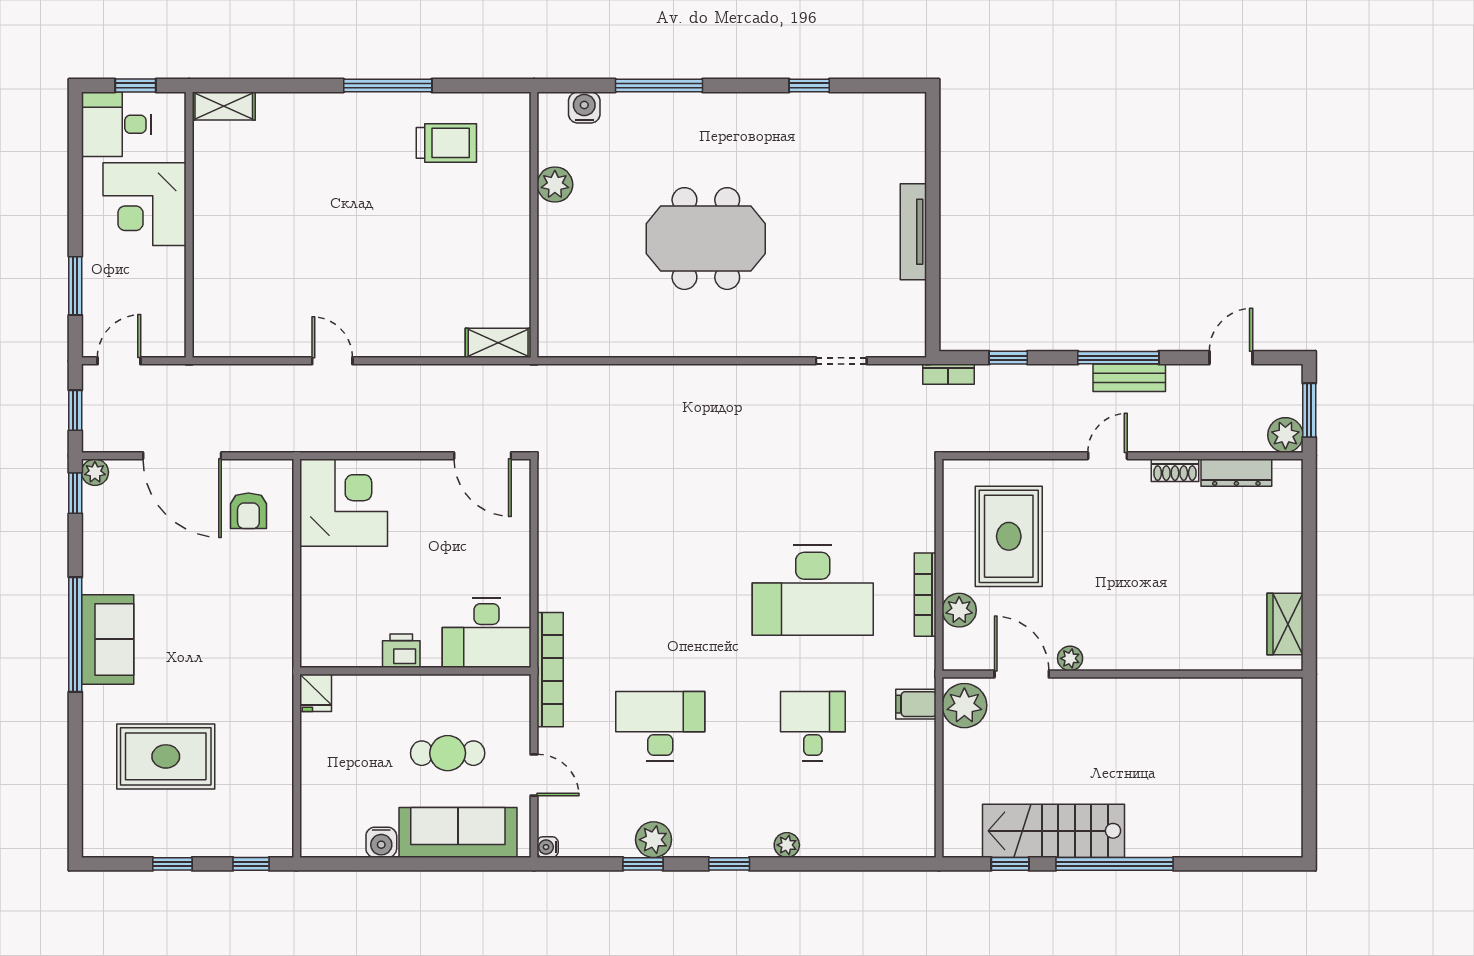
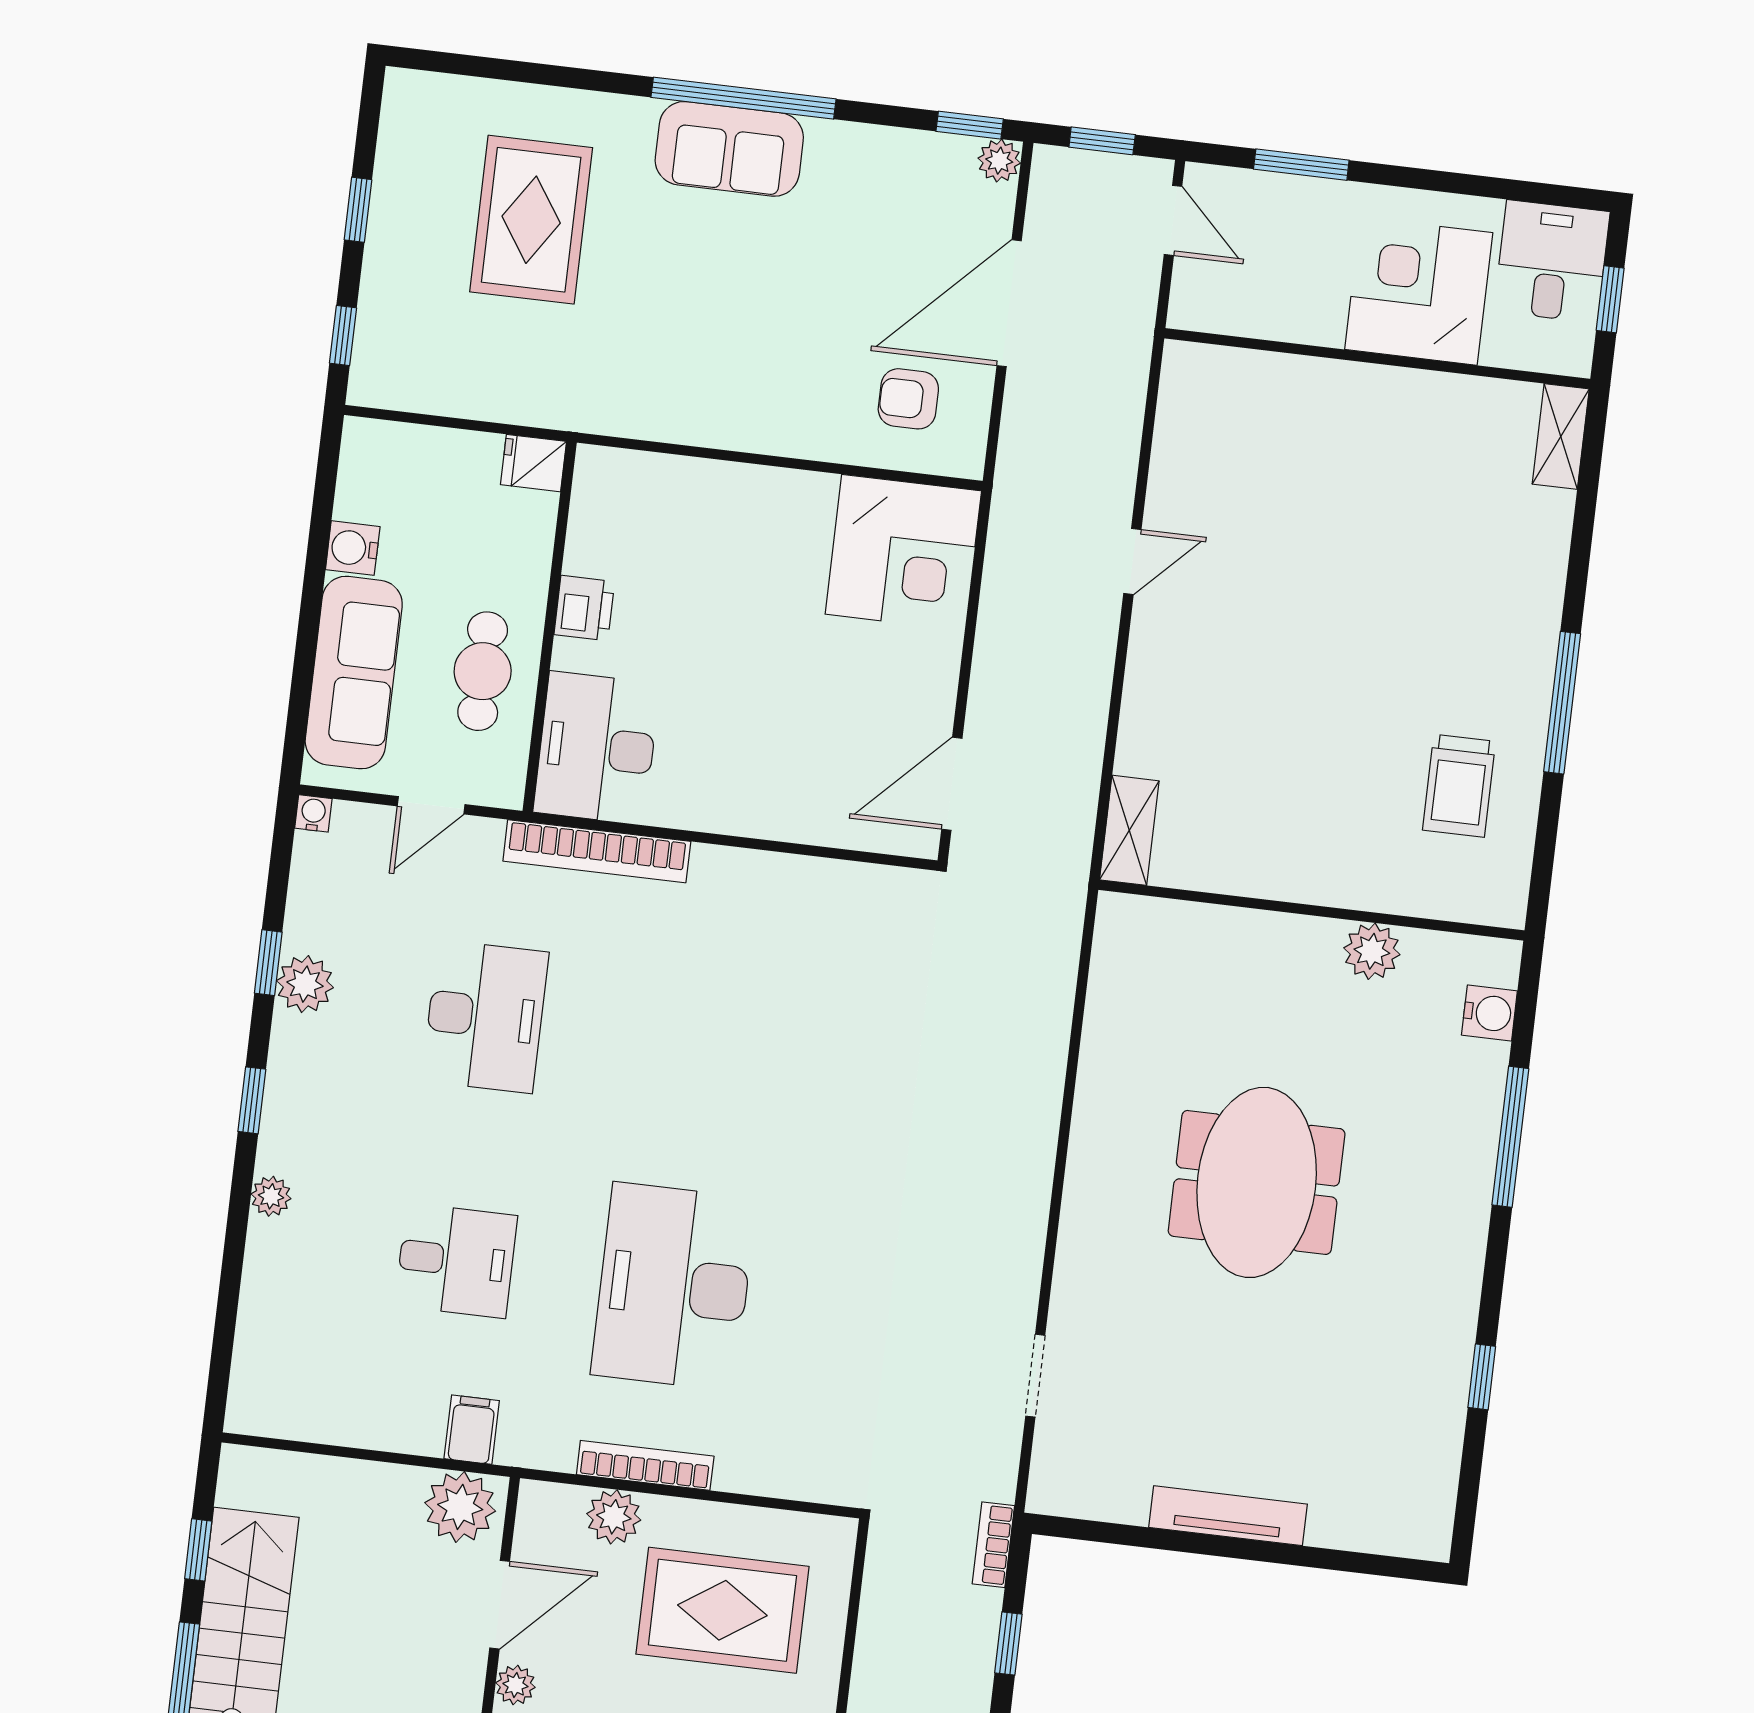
desk: (487, 633) -> (597, 748), moved
printer: (401, 651) -> (584, 608), moved
wall: (415, 671) -> (550, 627), moved
fridge: (316, 693) -> (533, 463), moved

